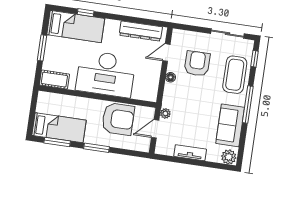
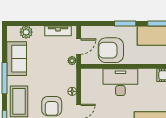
desk: (106, 74) -> (120, 82), width x0.73, depth x0.77
tv unit: (190, 153) -> (58, 31), moved
plant: (229, 157) -> (26, 32), moved

